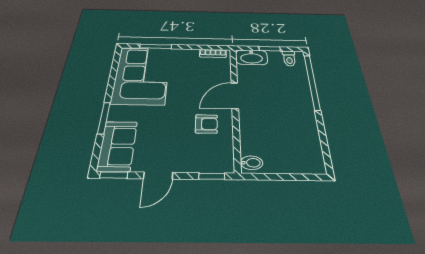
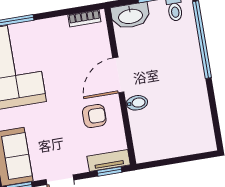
bidet: (252, 163) -> (137, 103), moved
tv unit: (213, 165) -> (109, 161), added

